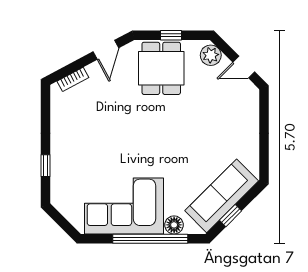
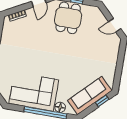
plant: (211, 55) -> (97, 15), removed
window: (231, 216) -> (102, 101), moved

